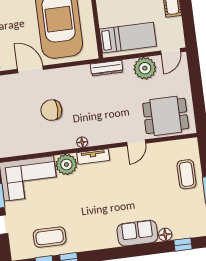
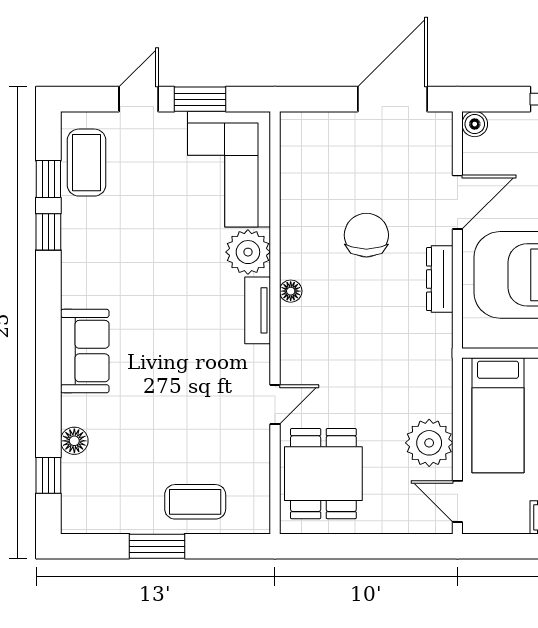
dresser: (107, 68) -> (440, 279), moved
door: (136, 143) -> (275, 405), swing flipped
sofa: (137, 233) -> (85, 351), moved
coffee table: (50, 237) -> (87, 163), moved

